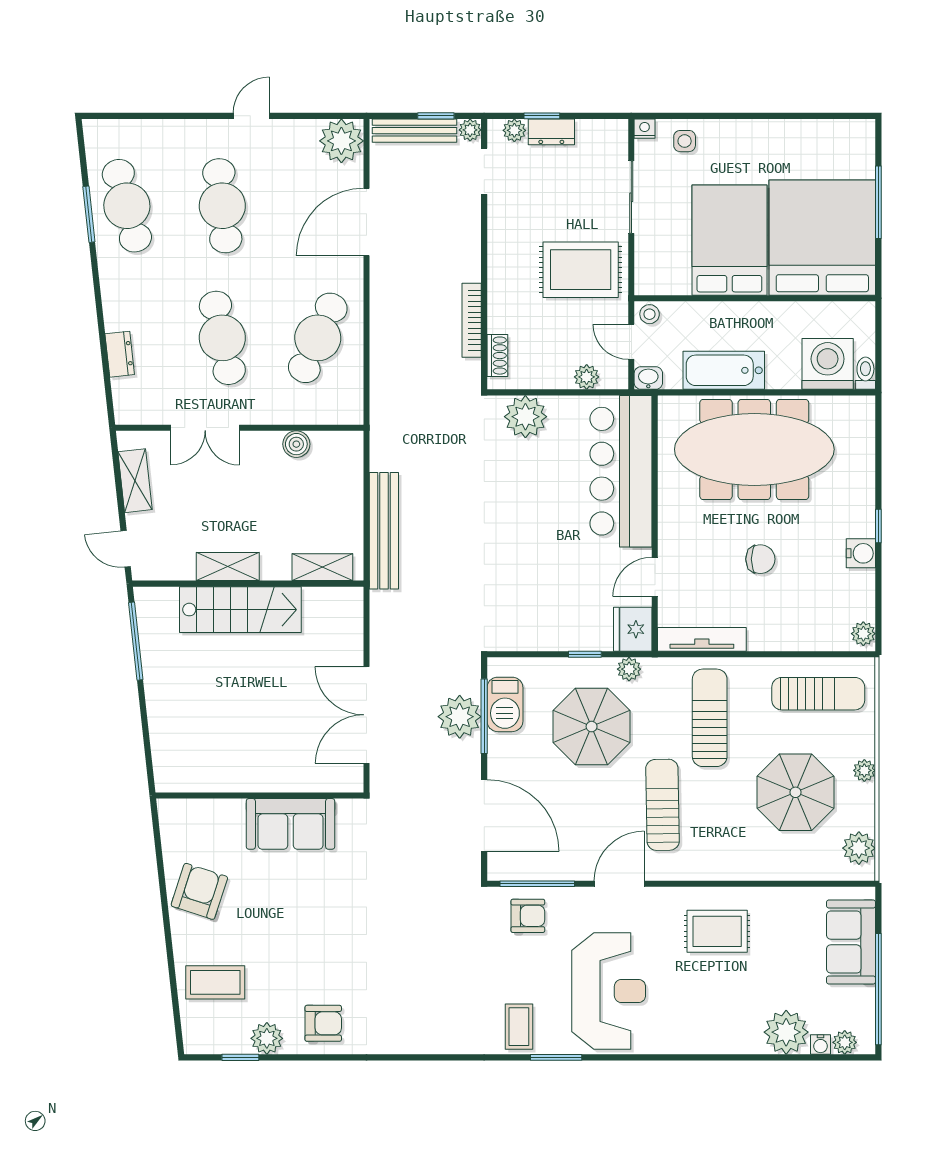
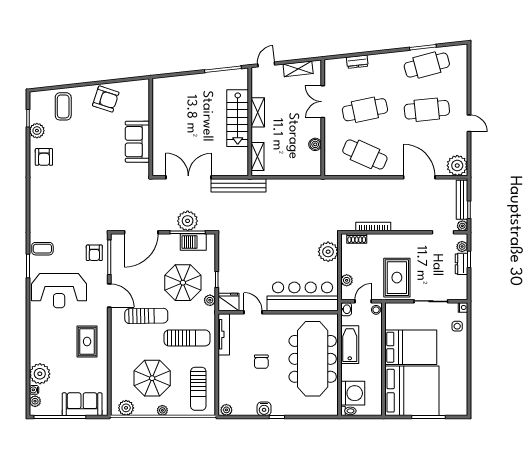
bench: (384, 531) -> (238, 185), moved

